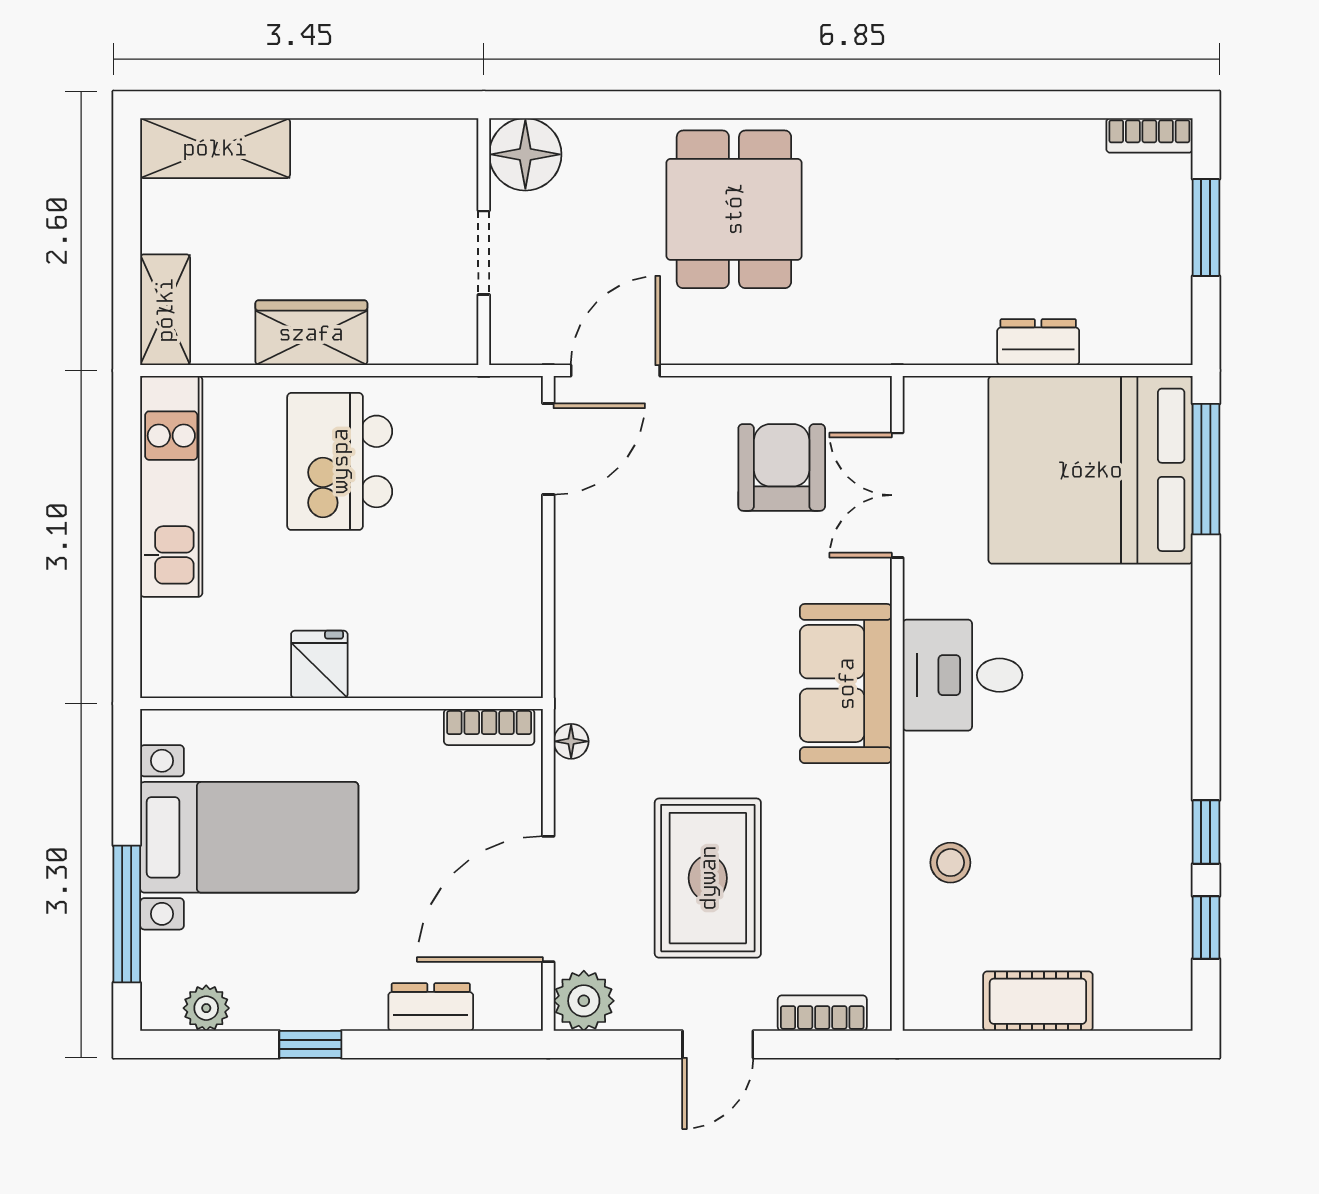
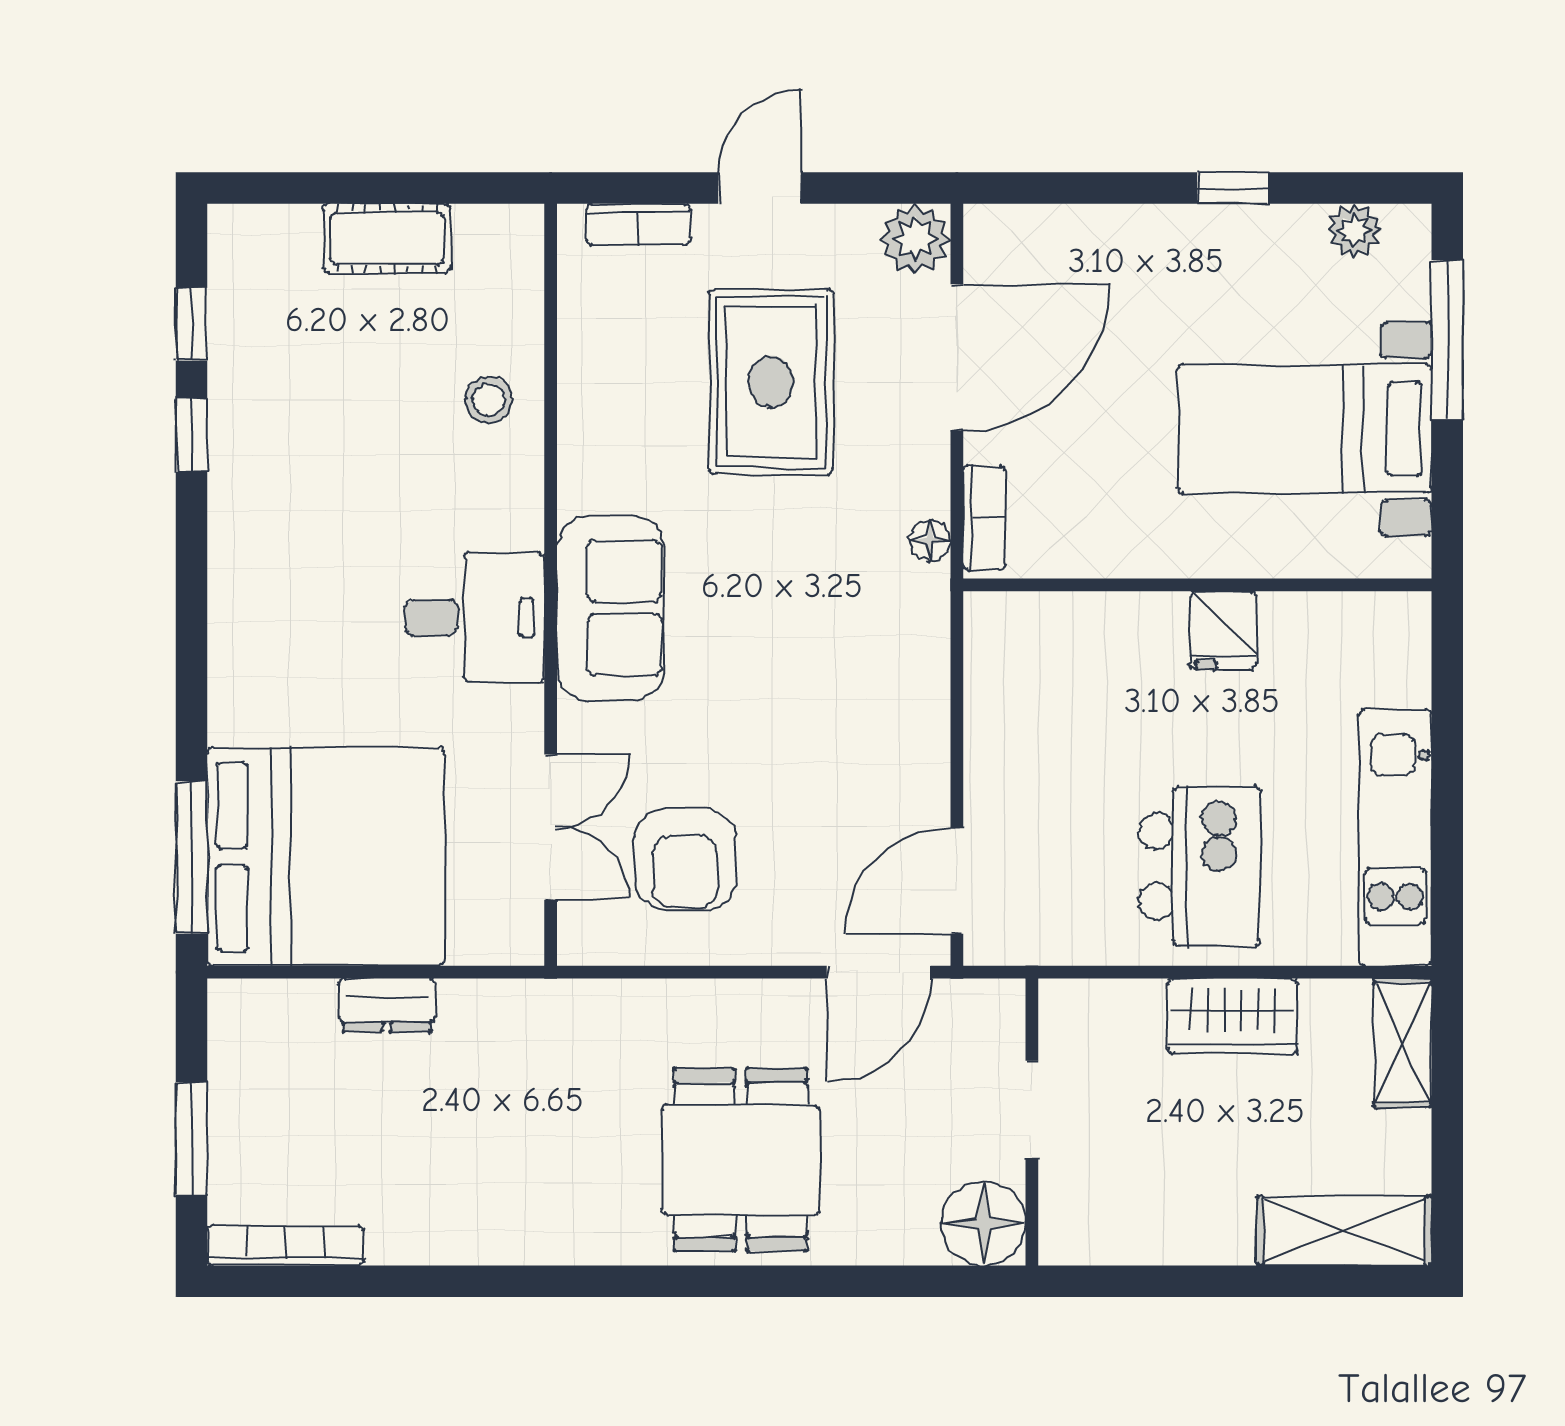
bookcase: (1149, 135) -> (286, 1246), width x1.56
bookcase: (489, 727) -> (984, 518), moved, turned 90
dresser: (431, 1007) -> (1093, 231), removed

